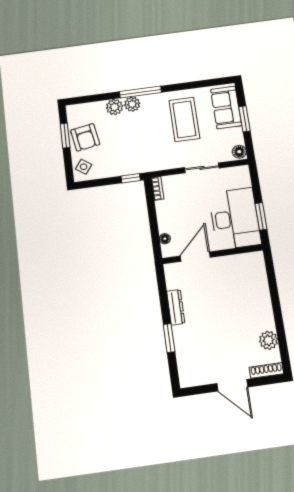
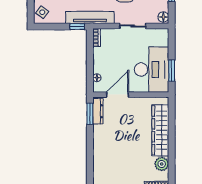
tv unit: (146, 165) -> (90, 17), added
wardrobe: (259, 295) -> (160, 130), added
dresser: (176, 307) -> (98, 111), moved
window: (169, 338) -> (90, 114), moved

